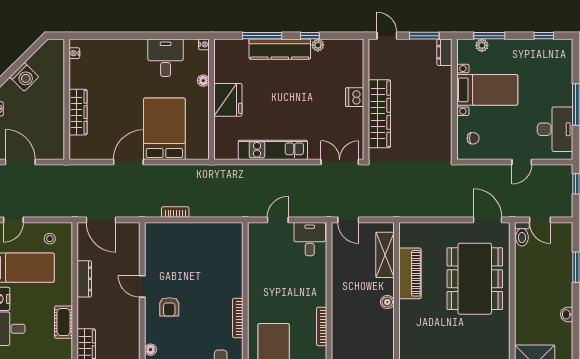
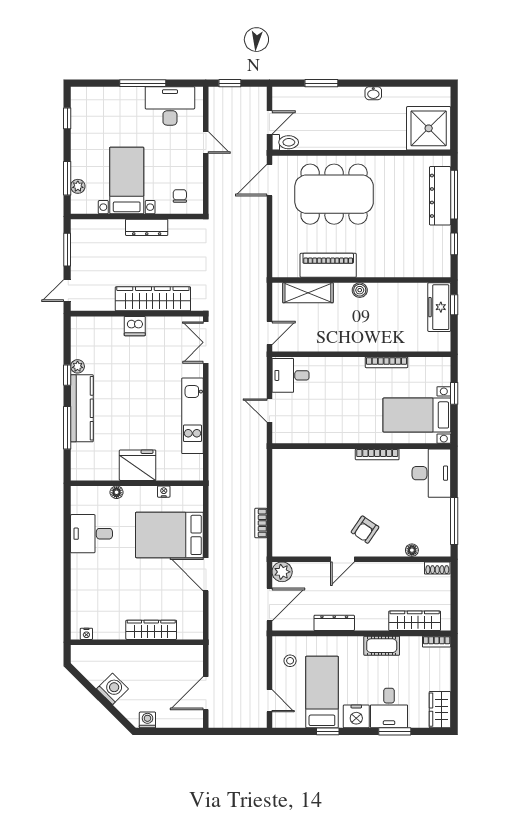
nightstand: (204, 44) -> (164, 492), moved
dresser: (444, 52) -> (147, 227), moved, width x1.44
plant: (131, 231) -> (282, 572), added
armchair: (169, 307) -> (365, 530), turned 124

